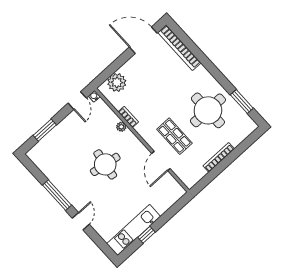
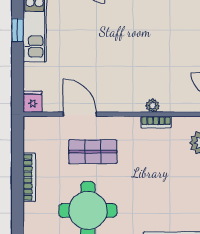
round table: (105, 164) -> (129, 54), removed
fridge: (177, 192) -> (33, 102), added

